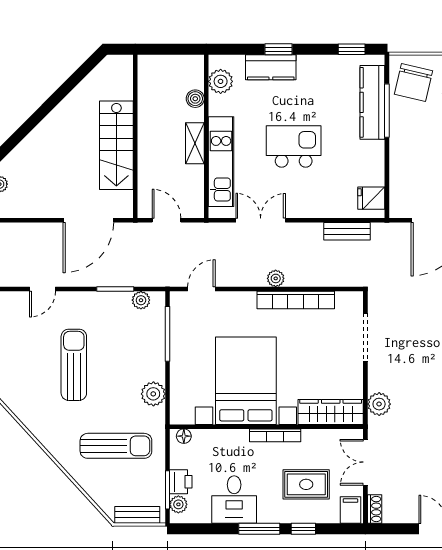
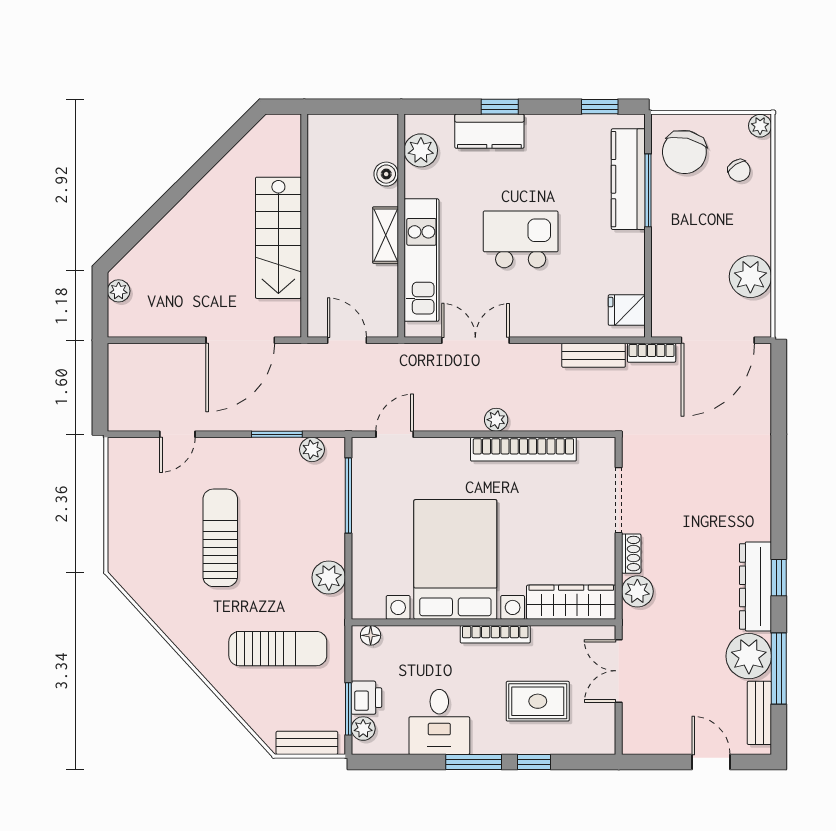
bookcase: (389, 229) -> (652, 353), added
shoe rack: (375, 509) -> (631, 554), moved
filing cabinet: (350, 510) -> (598, 736), removed

